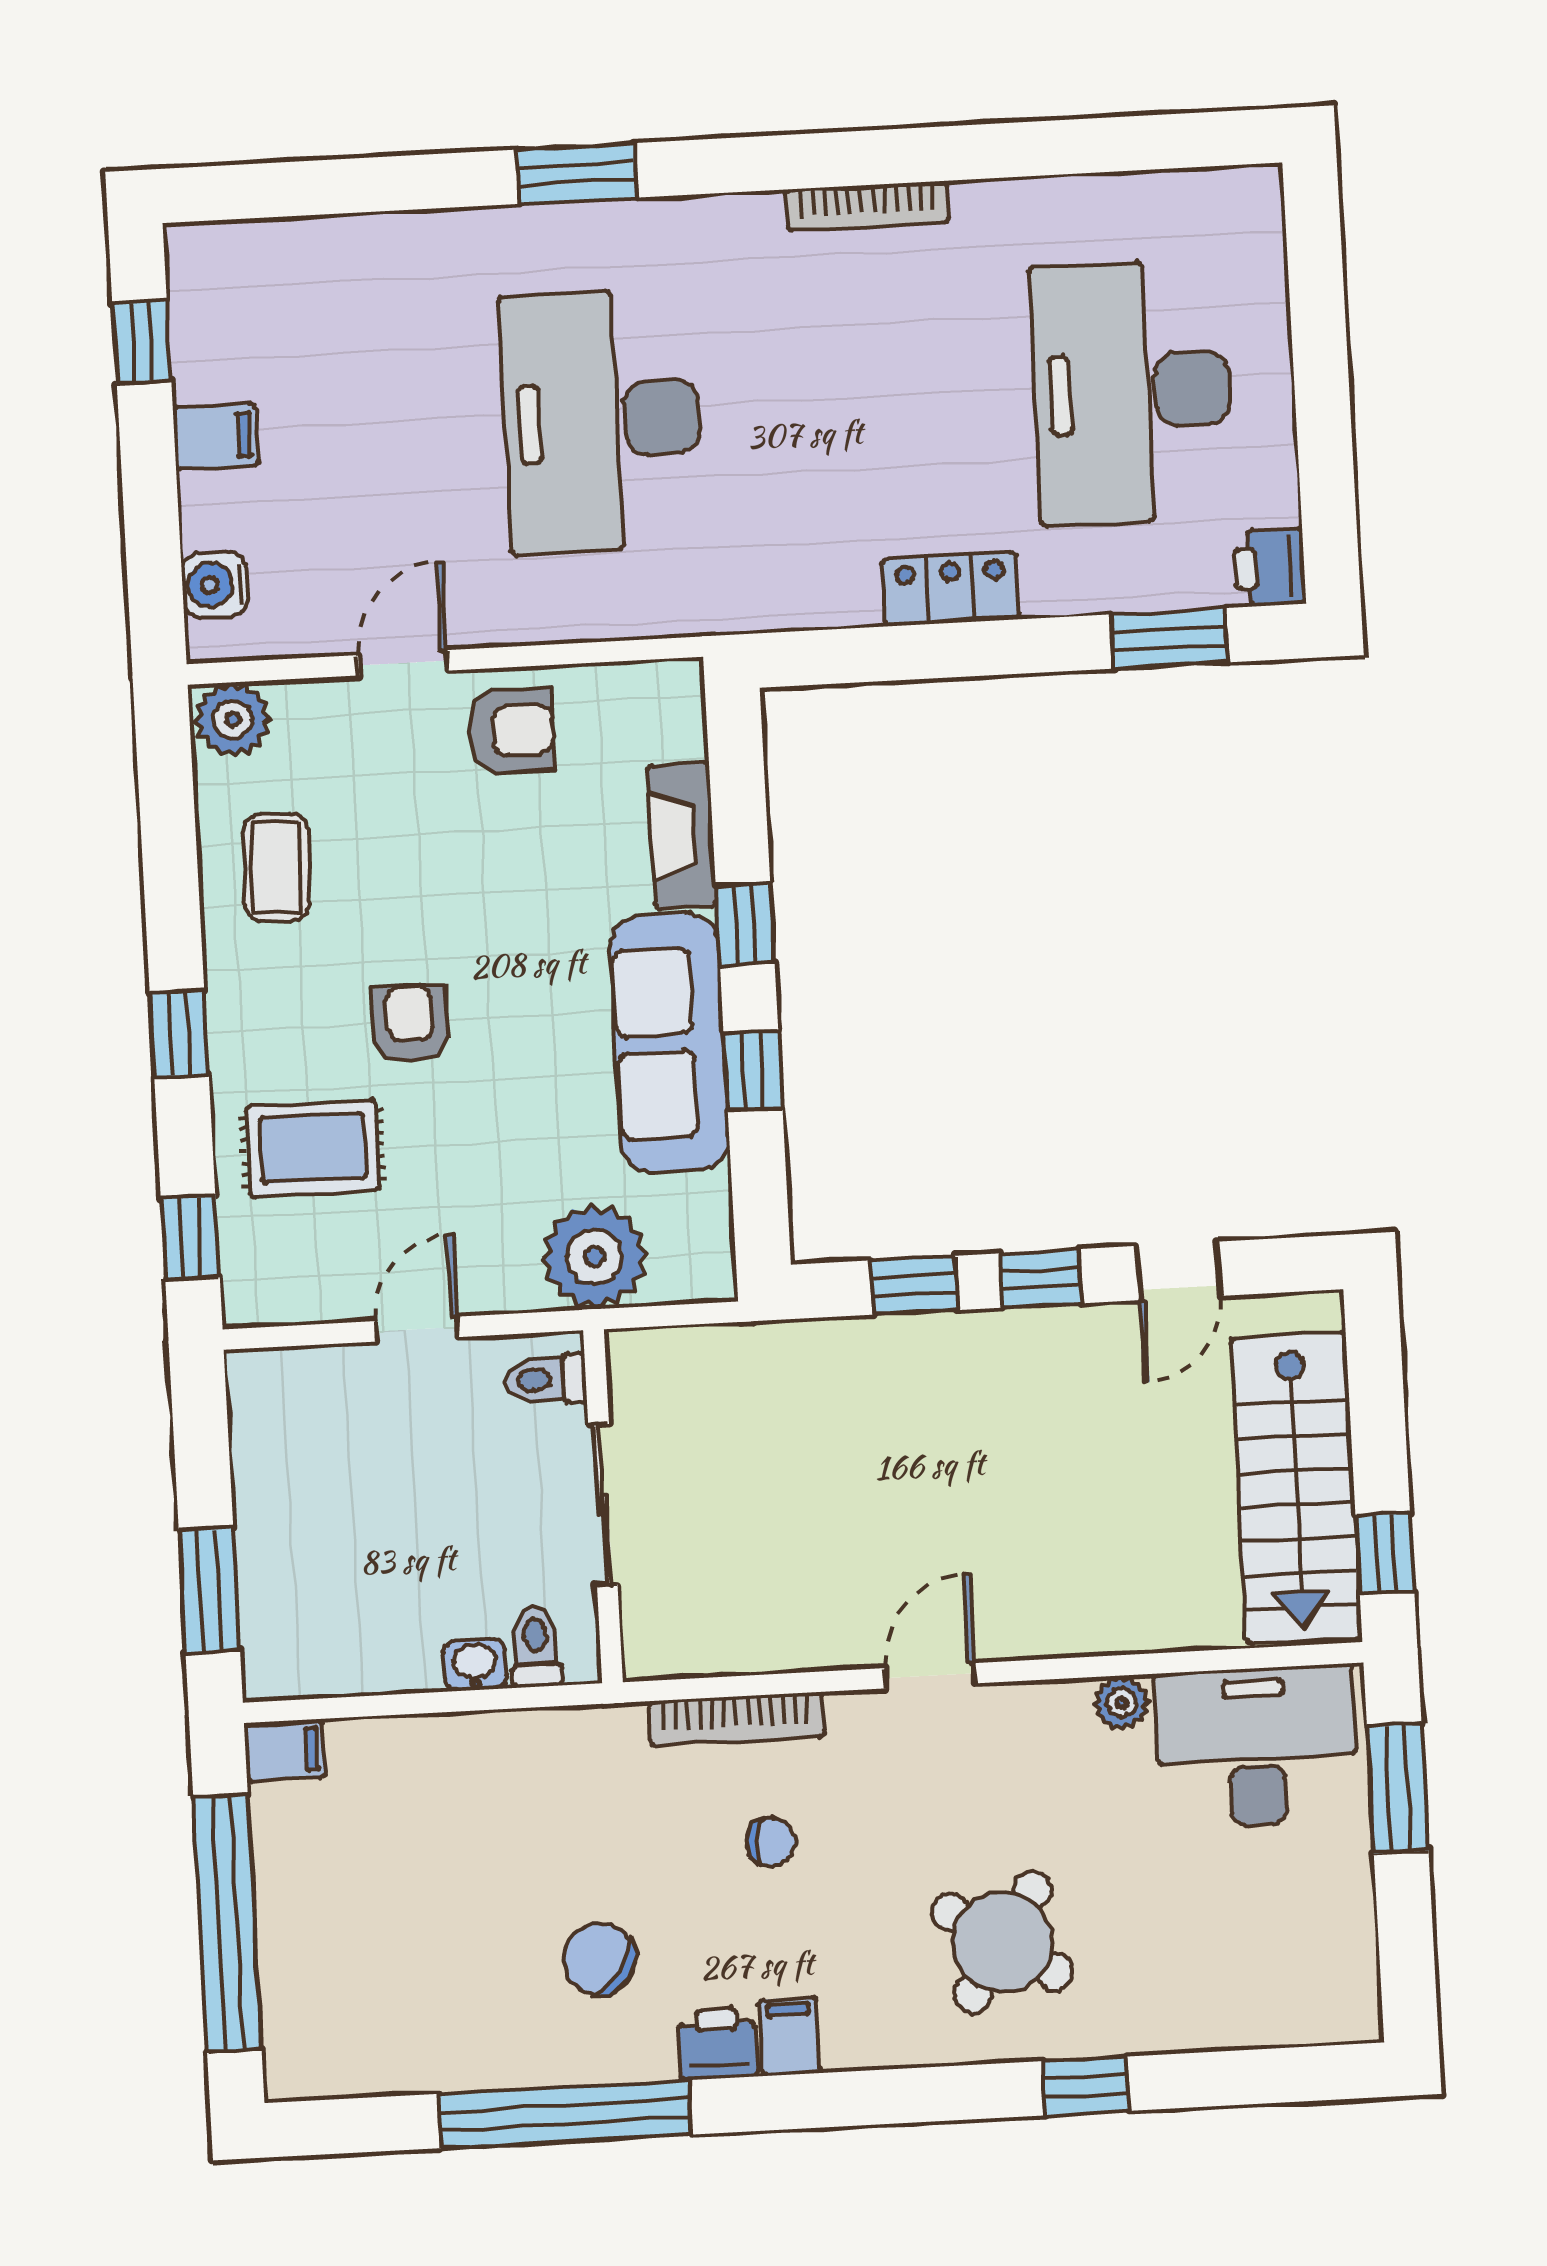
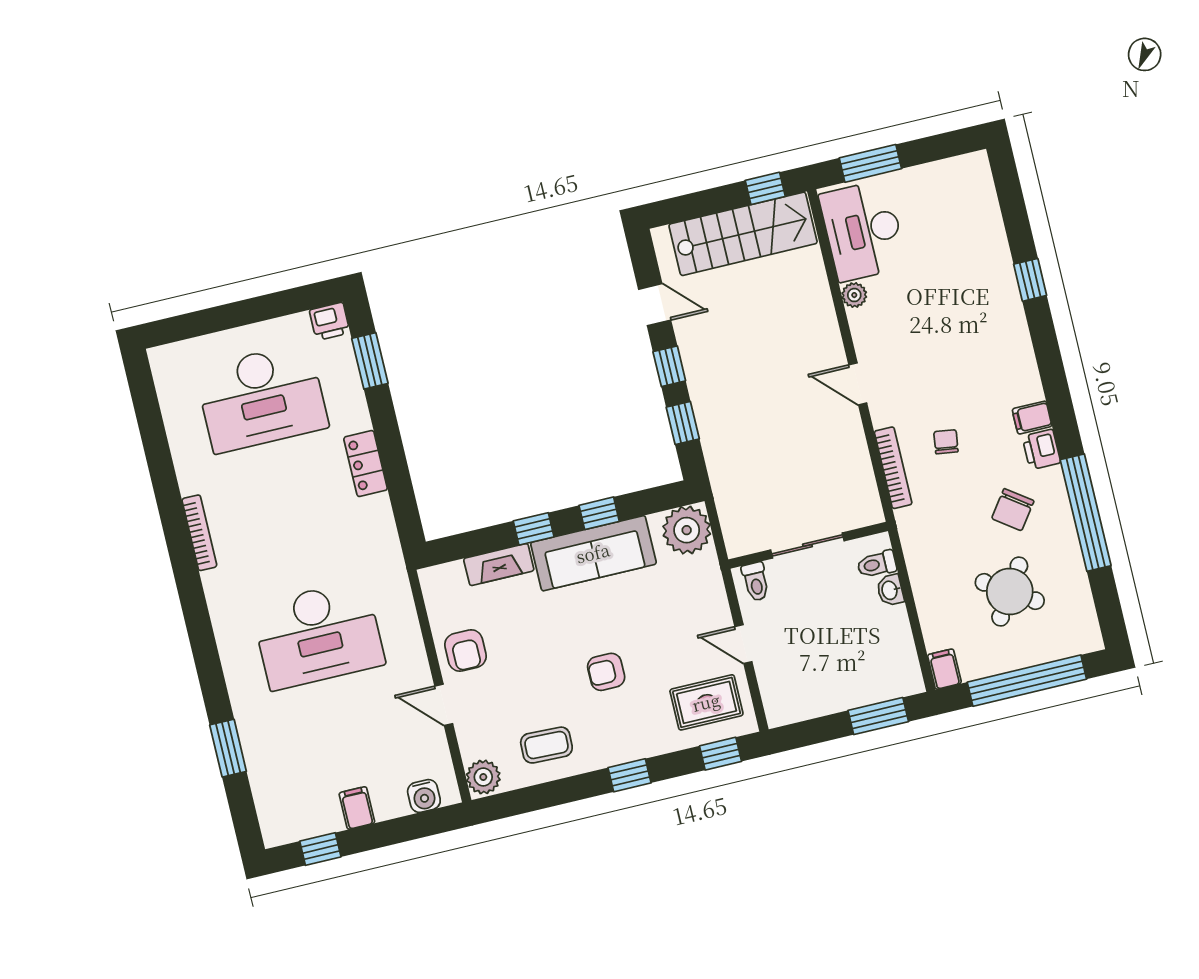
window: (577, 174) -> (228, 748), moved
armchair: (511, 730) -> (465, 650), turned 180
rug: (313, 1148) -> (706, 702), moved, turned 90
plant: (595, 1257) -> (687, 530), moved
round table: (1002, 1942) -> (1010, 592), moved

